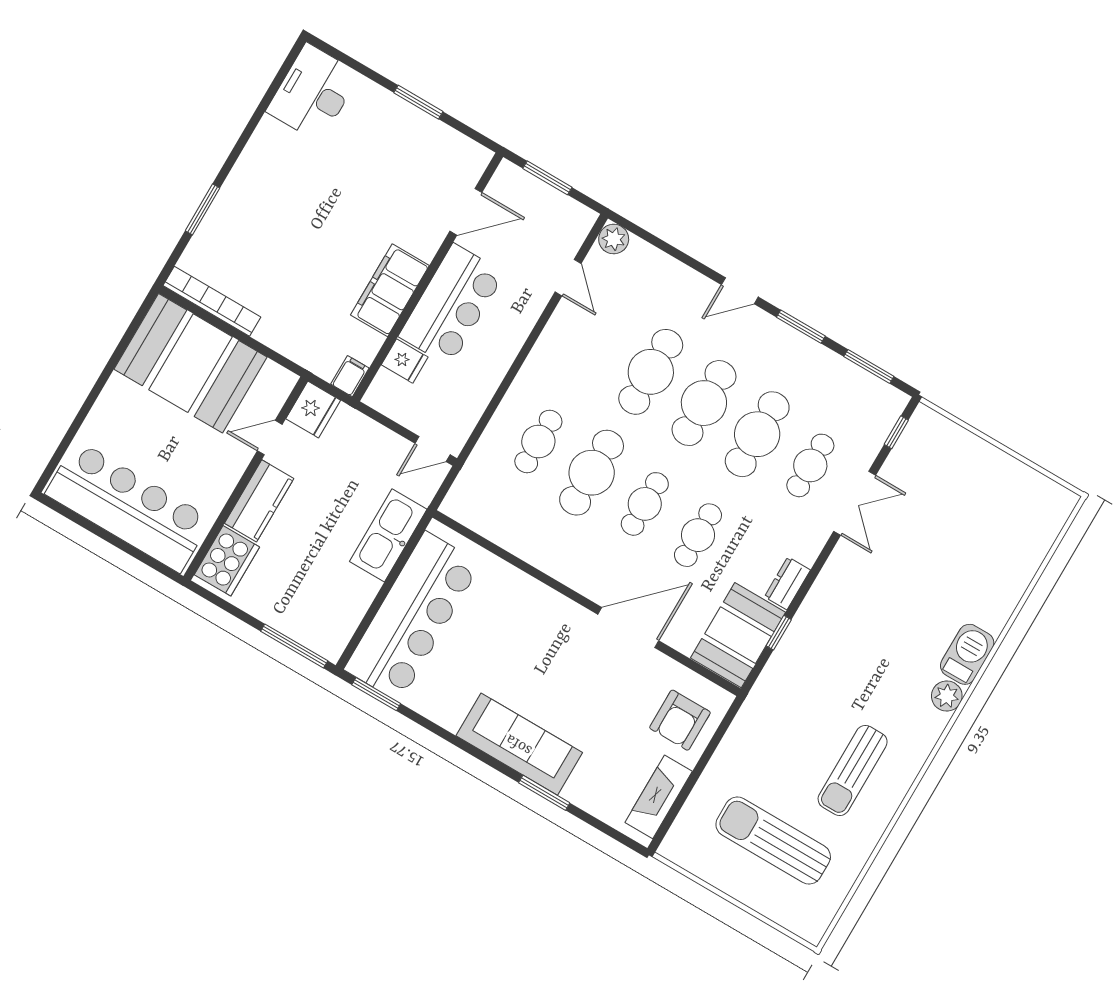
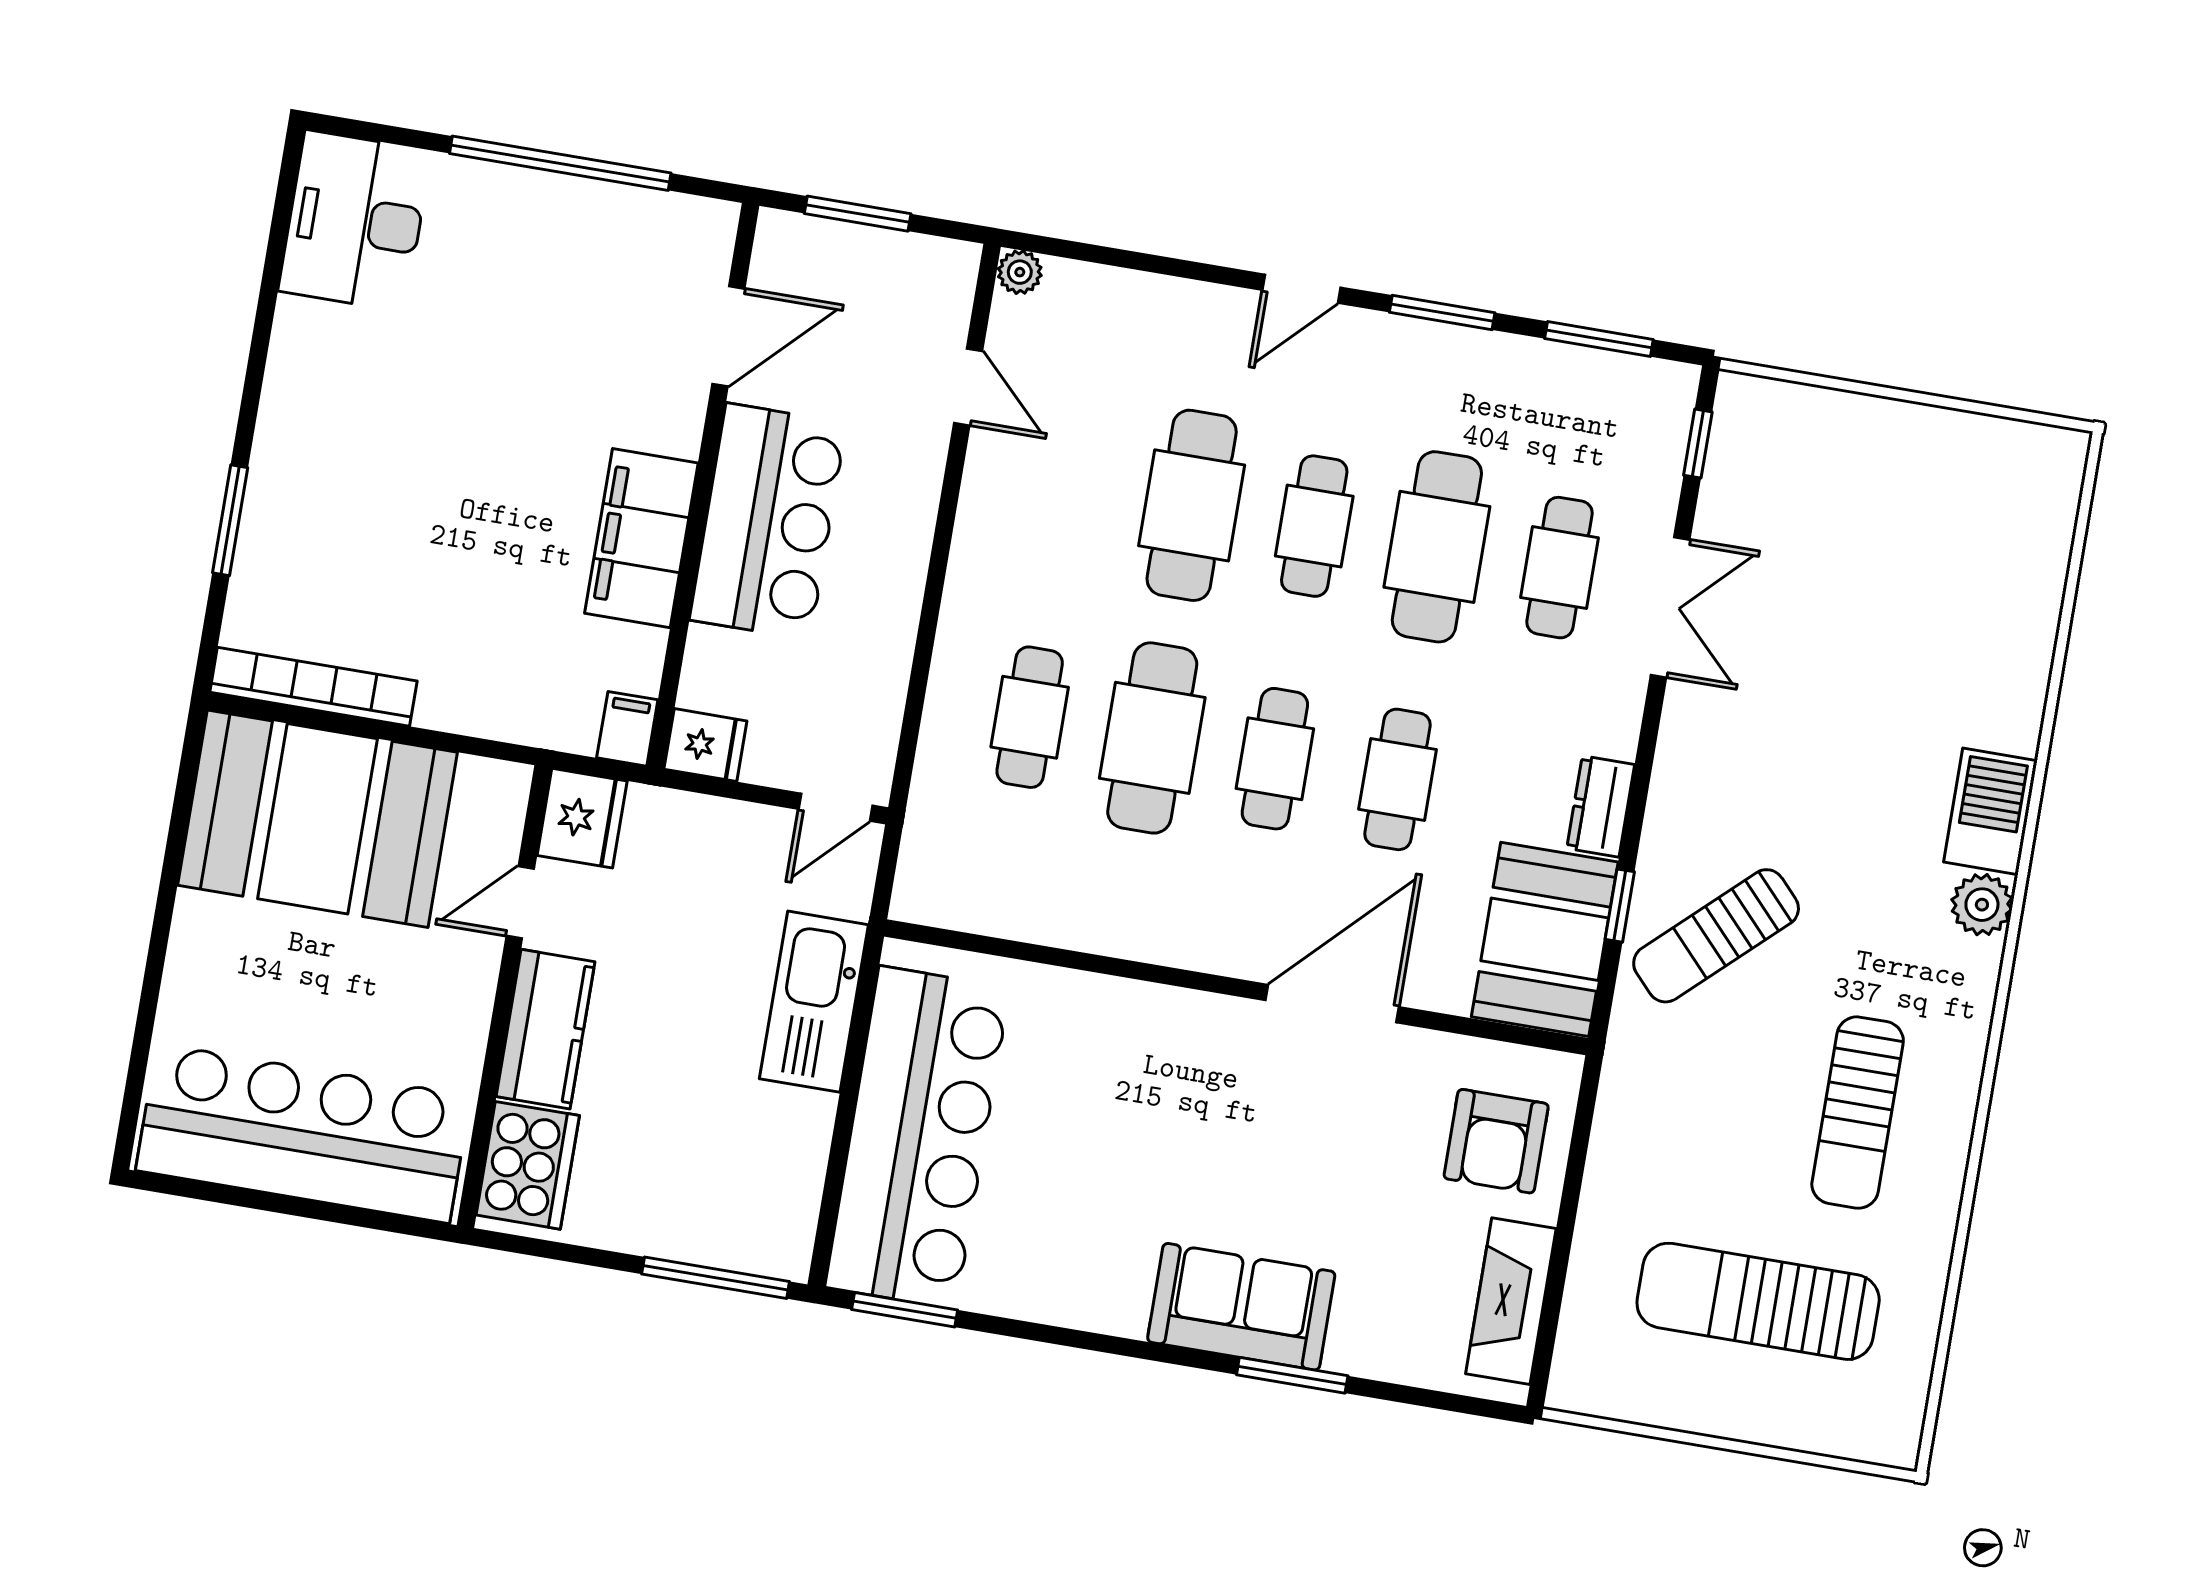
window: (418, 102) -> (560, 163), width x2.11
plant: (614, 239) -> (1020, 272), width x0.73, depth x0.73
fridge: (405, 361) -> (705, 745), moved
cafe table: (704, 403) -> (1314, 526), width x0.73, depth x0.74
sun lounger: (818, 664) -> (1716, 936), added
sofa: (519, 744) -> (1241, 1307), width x0.73

